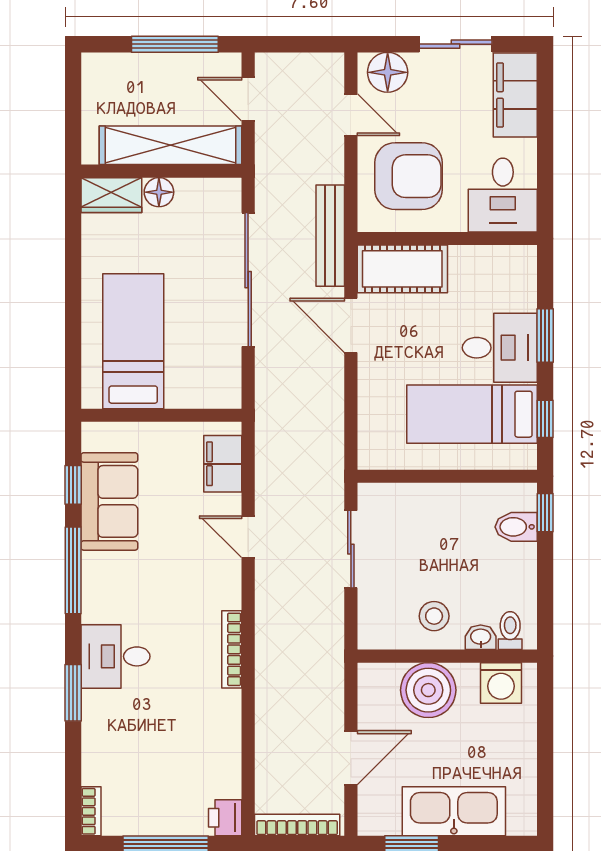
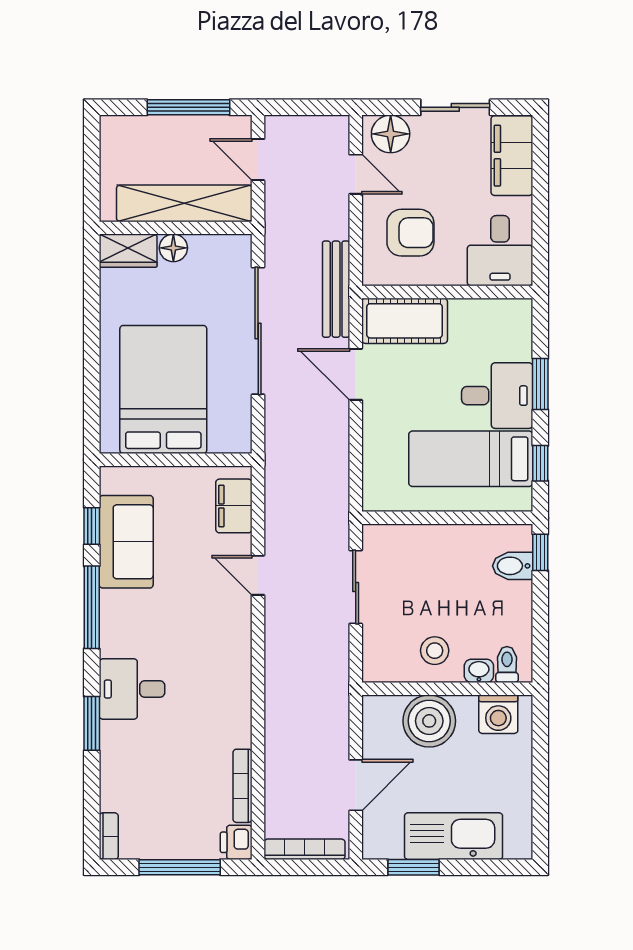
armchair: (409, 176) -> (410, 233), width x0.73, depth x0.73
bed: (133, 341) -> (163, 389), width x1.50
bookcase: (232, 649) -> (242, 786), moved

